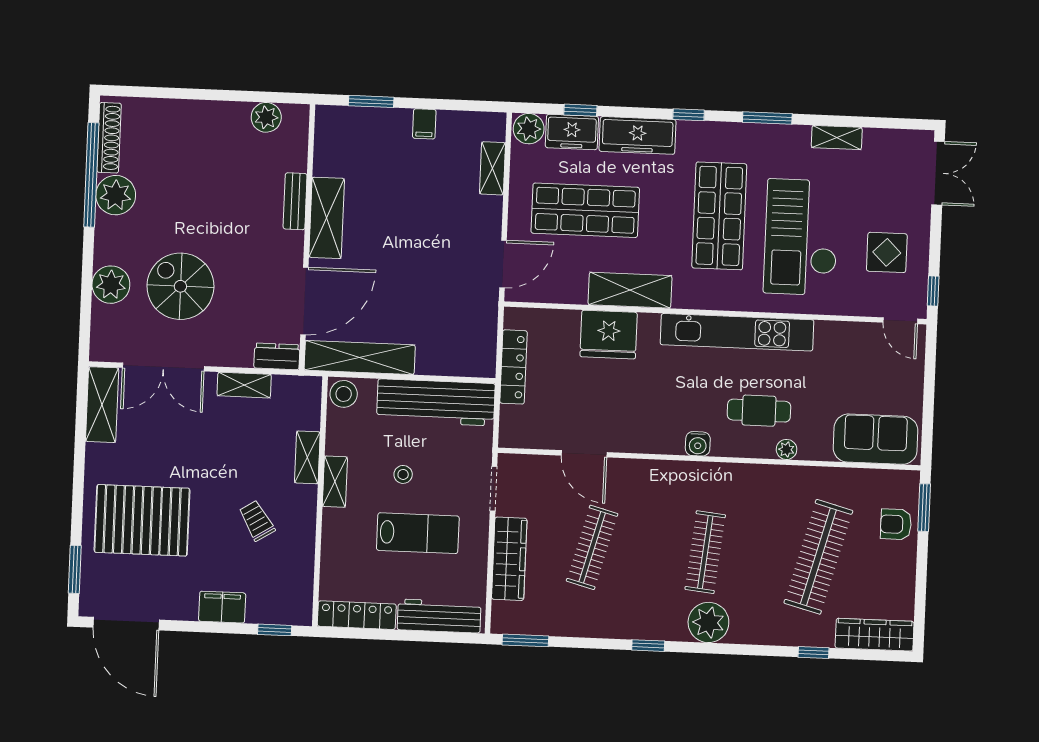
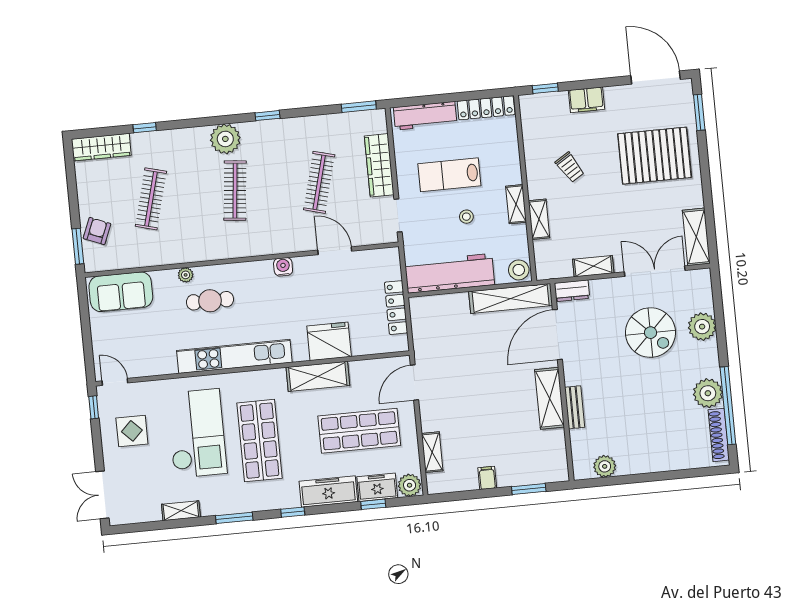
water cooler: (698, 444) -> (283, 267), moved
armchair: (896, 524) -> (97, 231), turned -68
clothes rail: (818, 557) -> (151, 199), width x0.73, depth x0.76

